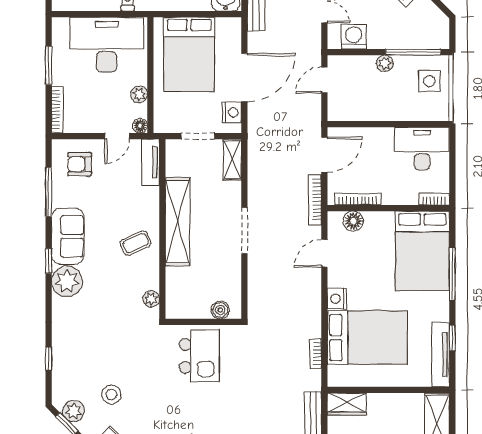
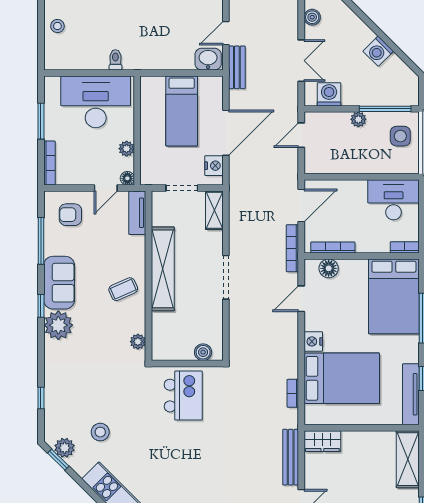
bed: (189, 54) -> (182, 111), width x0.67

